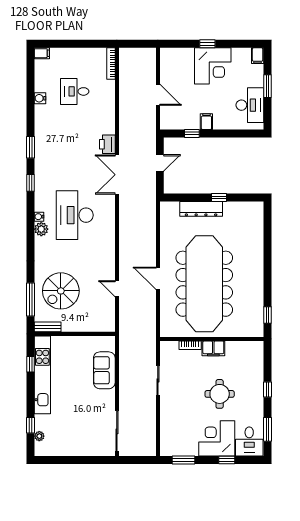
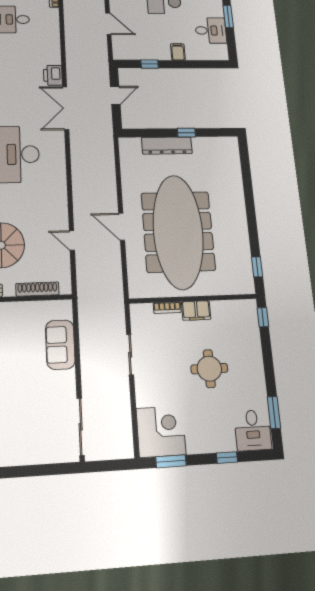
desk: (250, 105) -> (211, 30), width x0.73
filing cabinet: (206, 122) -> (178, 52), moved
shoe rack: (88, 327) -> (37, 289), added
window: (267, 389) -> (263, 317), moved
corner desk: (217, 438) -> (161, 432), moved, turned 90

